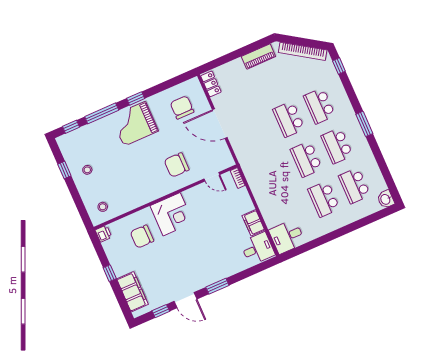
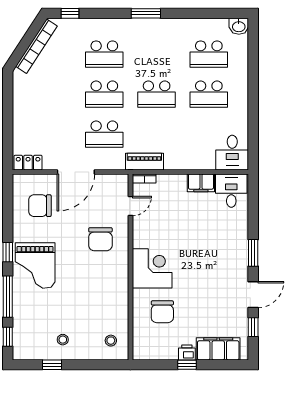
piano: (258, 57) -> (144, 162), moved, turned -90
school desk: (337, 146) -> (104, 134), moved
printer: (104, 234) -> (187, 353), moved

